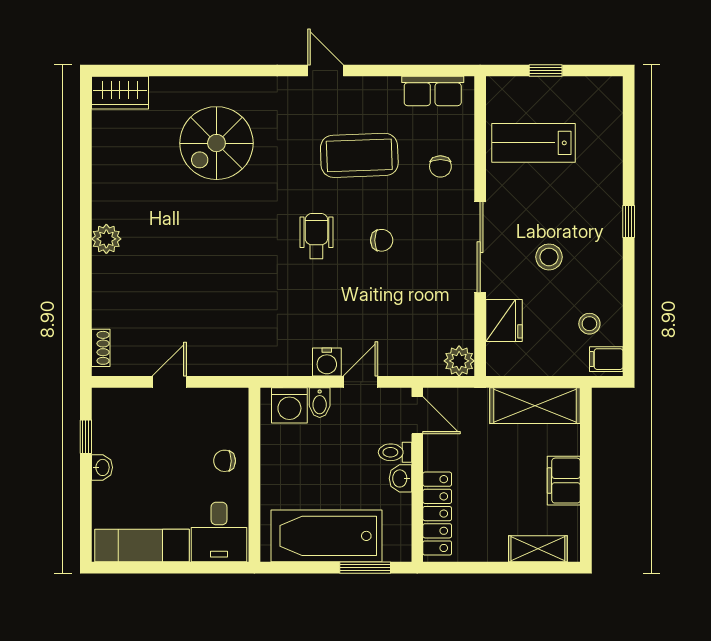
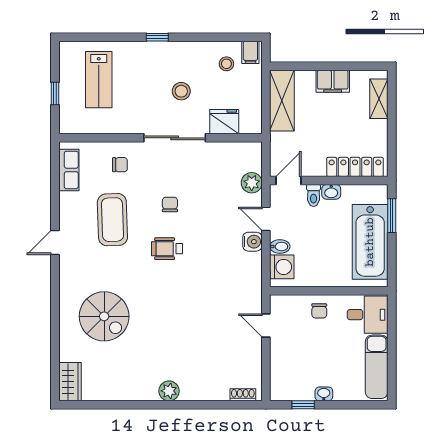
lab bench: (533, 143) -> (99, 80), moved
plant: (459, 361) -> (252, 183), moved
door: (169, 382) -> (266, 326), moved

